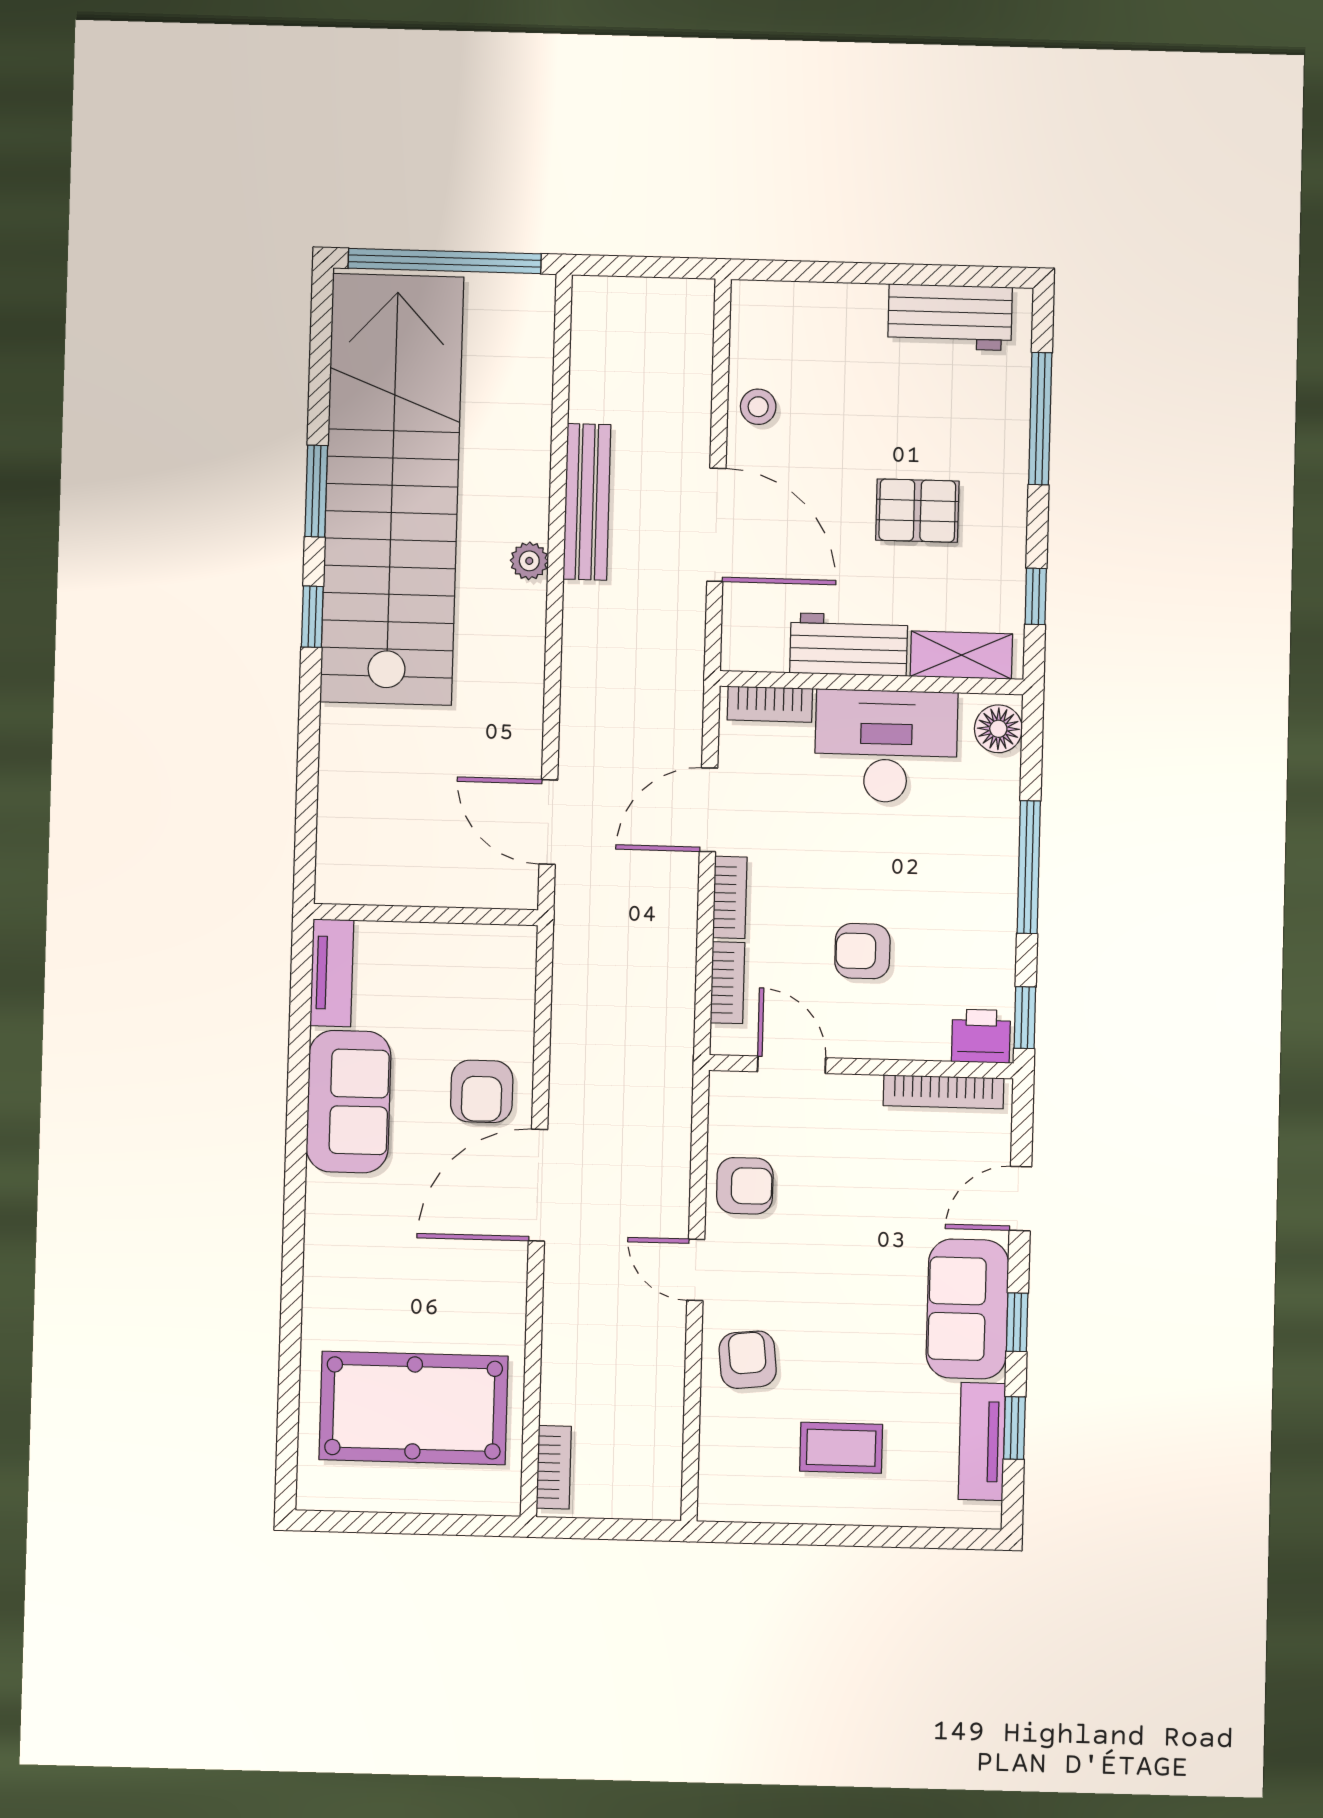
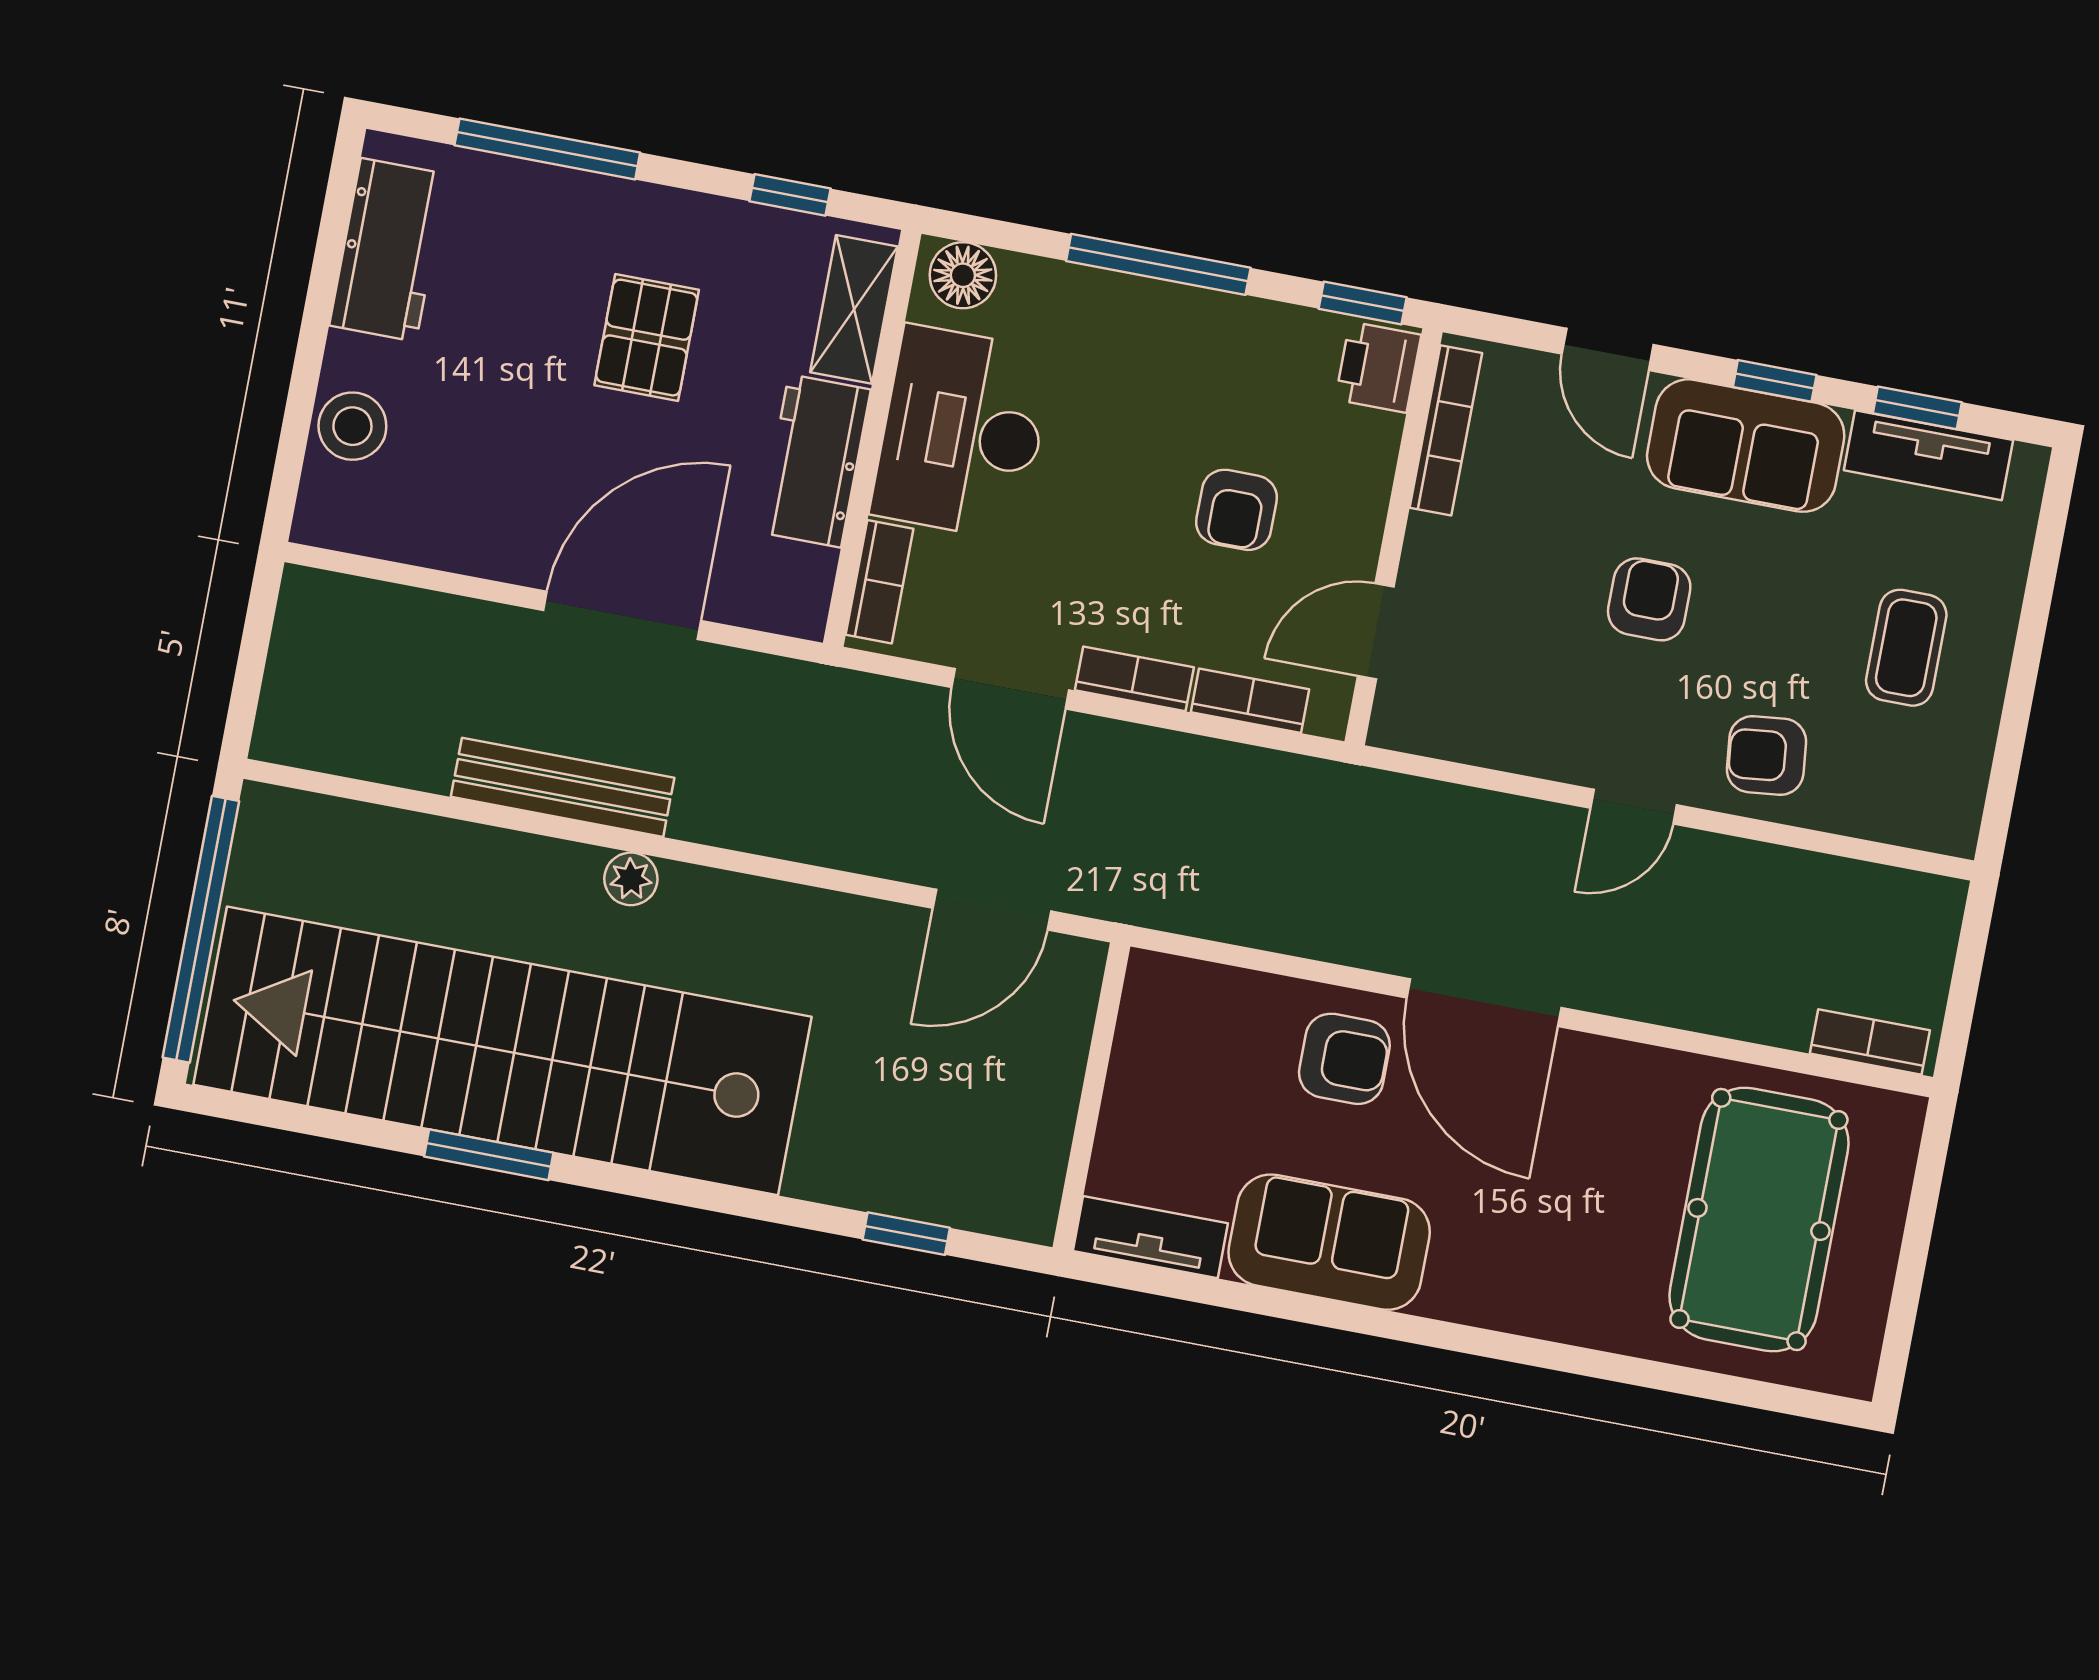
stool: (758, 407) -> (352, 426), moved, width x1.37, depth x1.37
window: (312, 617) -> (906, 1234), moved
armchair: (745, 1186) -> (1649, 599), moved

